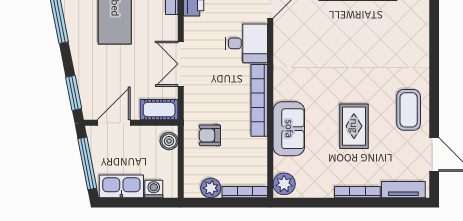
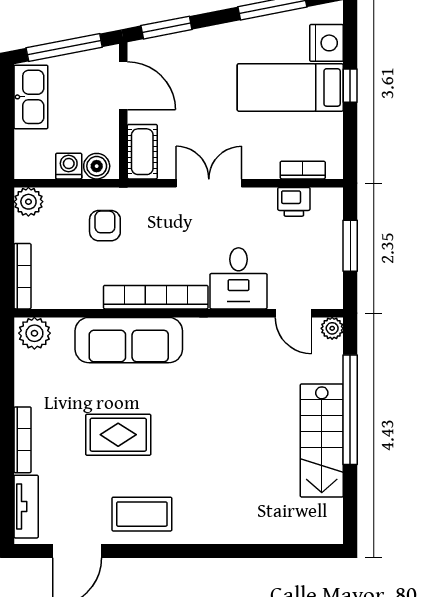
sofa: (289, 129) -> (129, 340), width x1.36
plant: (211, 188) -> (28, 202), moved
washing machine: (154, 189) -> (69, 166), moved, turned -90

